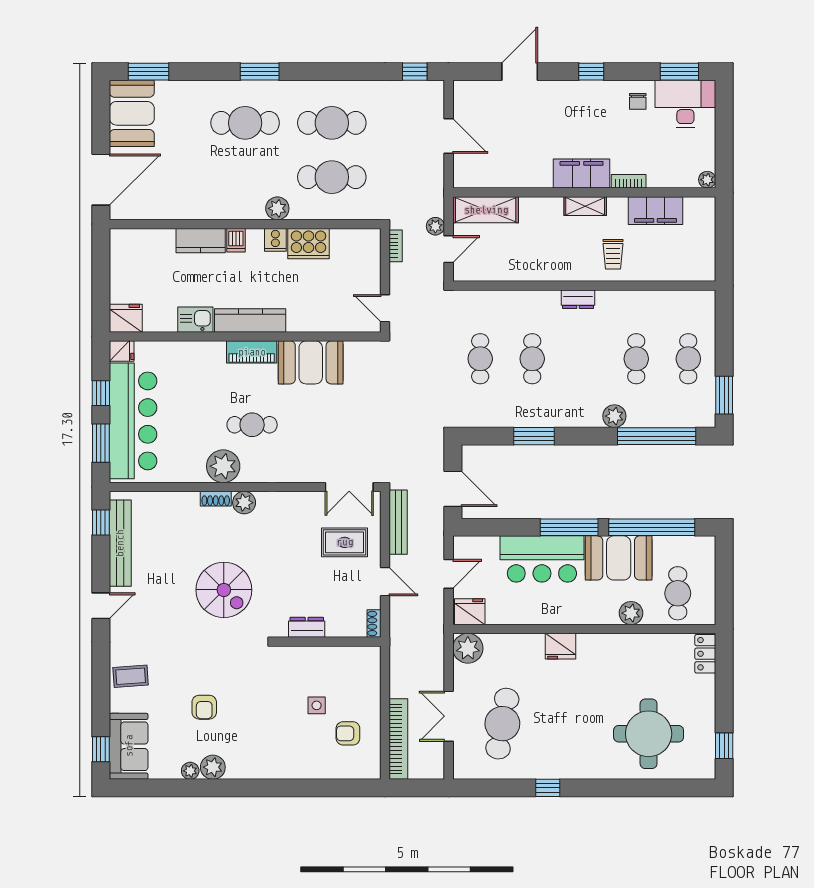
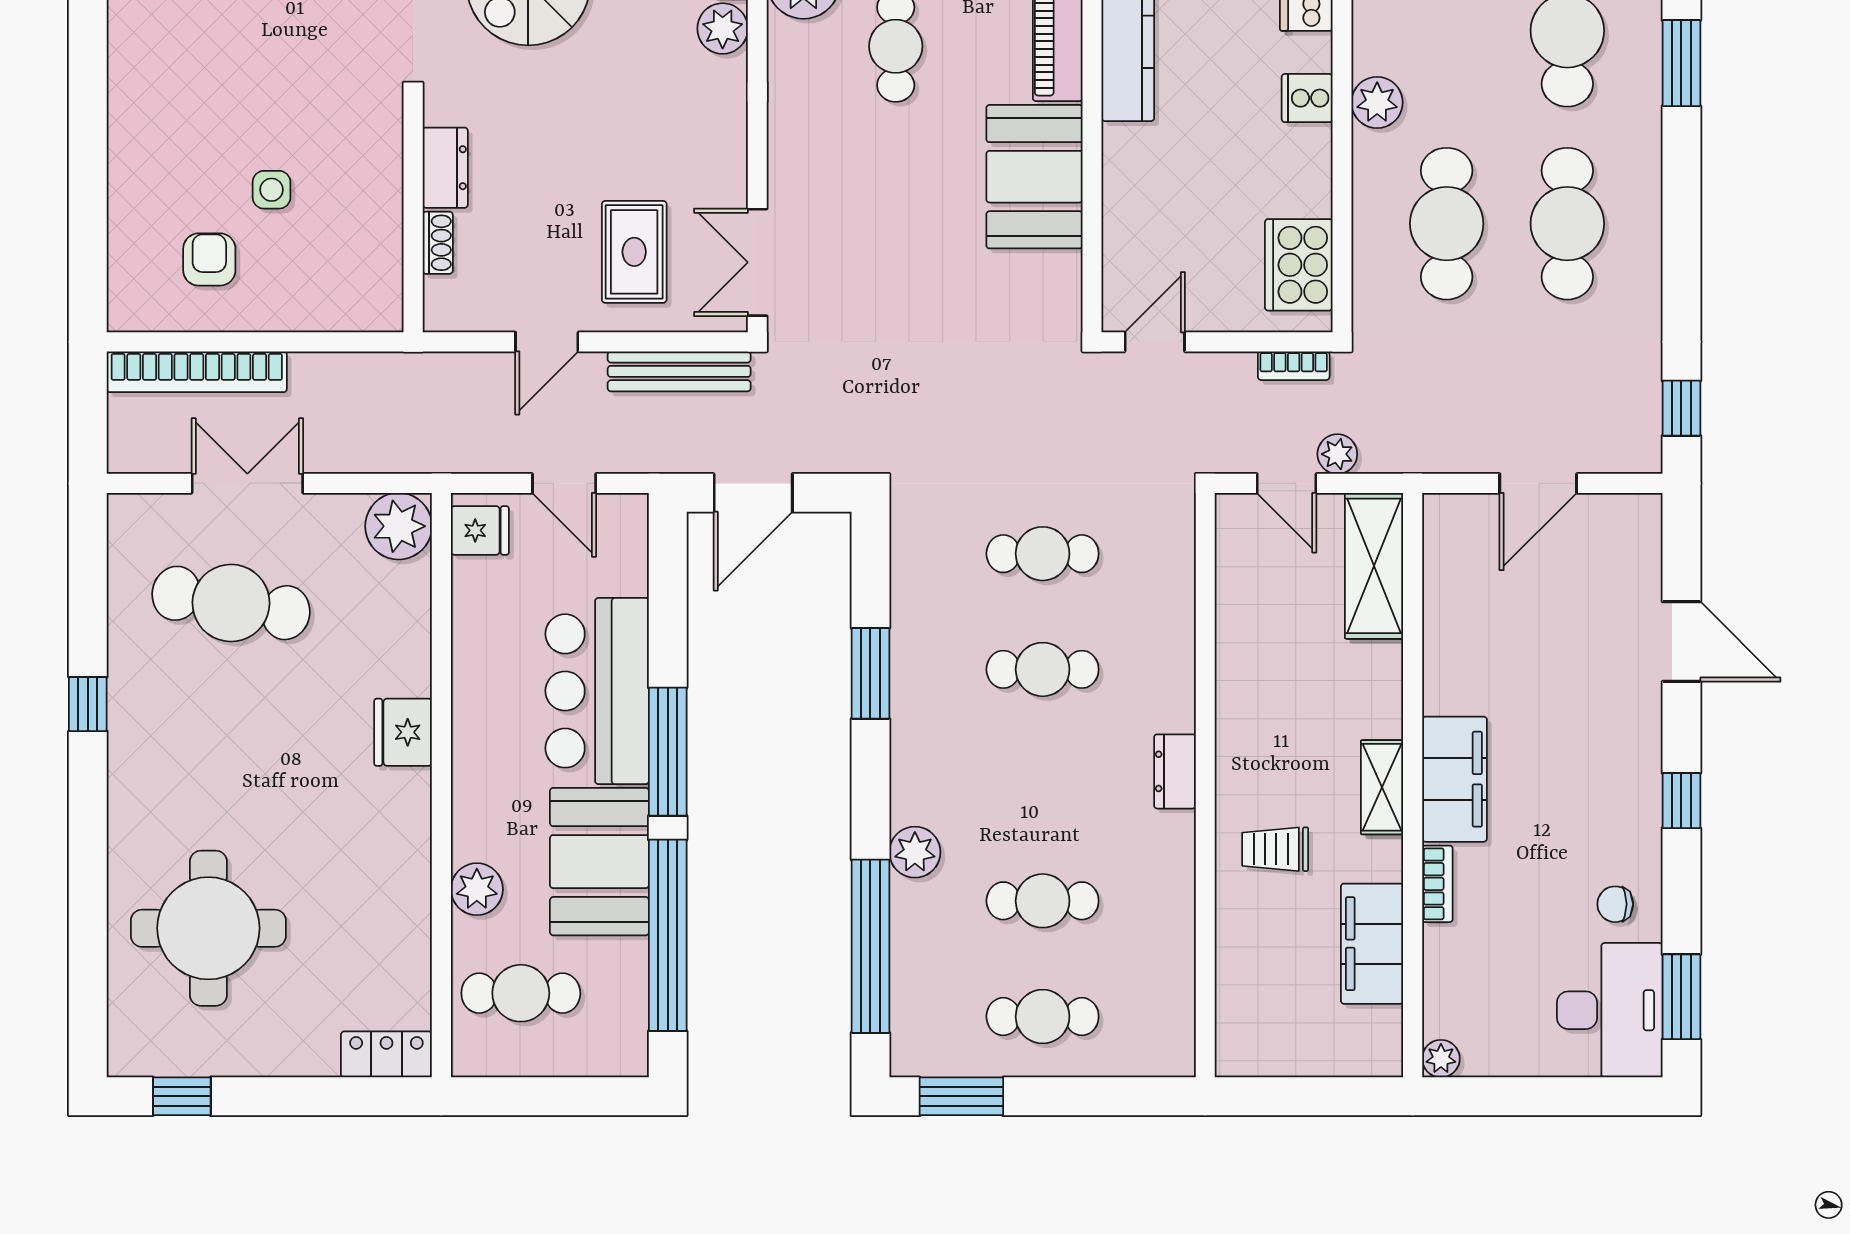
cooker: (308, 244) -> (1299, 265), moved
fridge: (470, 612) -> (480, 530), width x0.72
shoe rack: (374, 623) -> (438, 243), moved, turned 90

